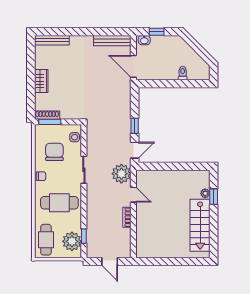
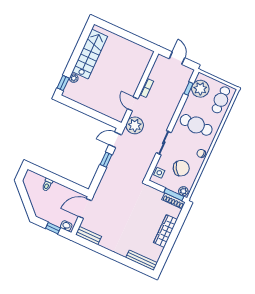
bench: (112, 41) -> (88, 235), width x0.73
door: (133, 66) -> (85, 208), swing flipped
wardrobe: (41, 81) -> (165, 231), width x1.50
plant: (42, 130) -> (183, 191), added
chair: (54, 152) -> (181, 168), turned -122
window: (214, 197) -> (63, 83), moved

